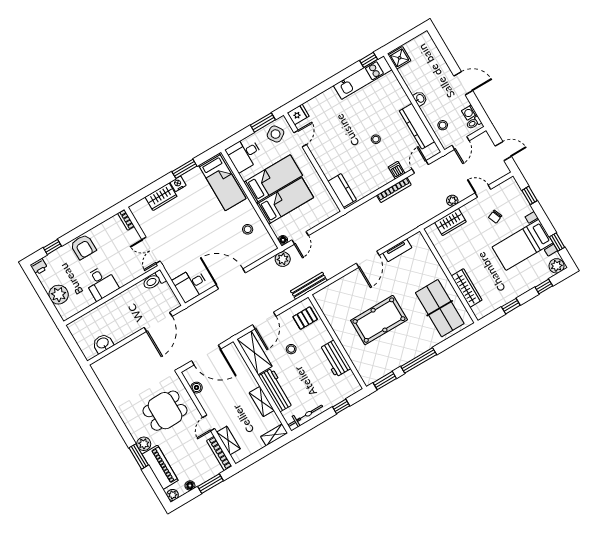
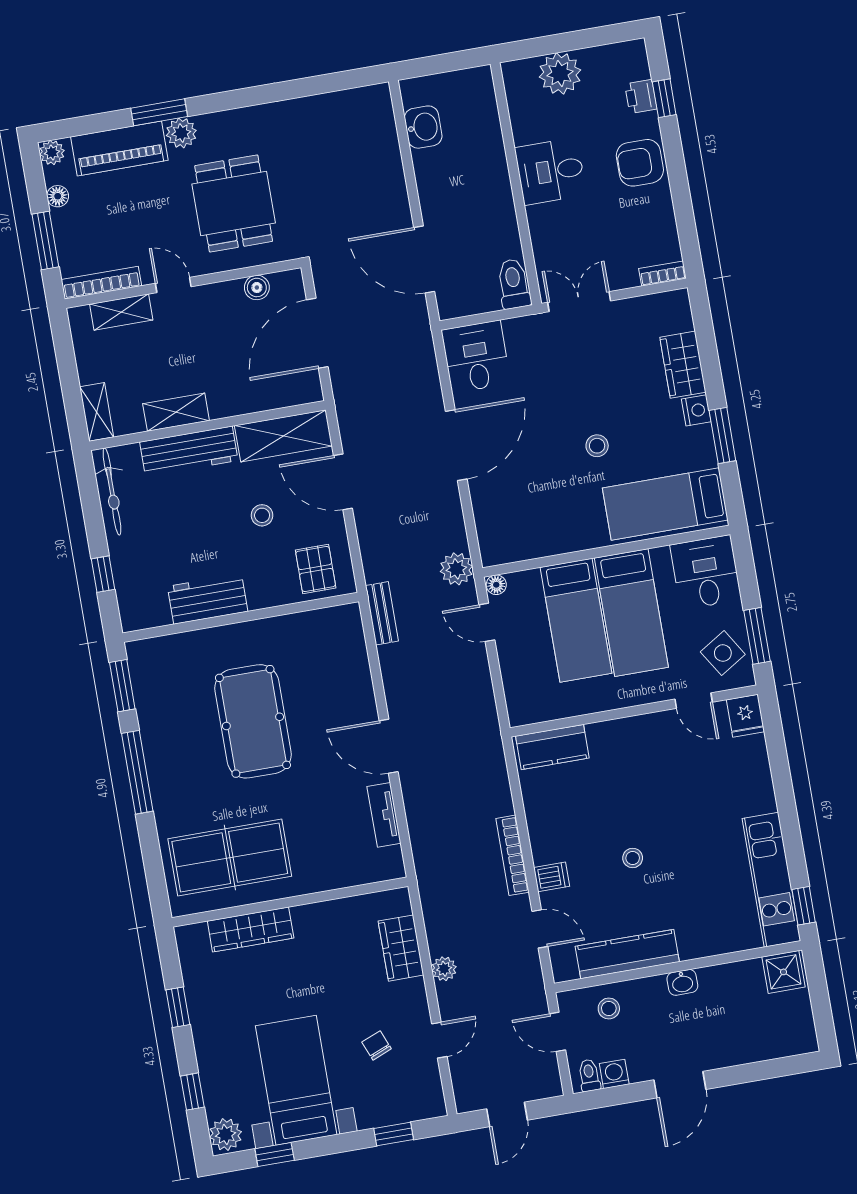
stool: (248, 229) -> (597, 446), moved
printer: (39, 267) -> (641, 97), moved
bench: (309, 286) -> (382, 613), width x0.73

